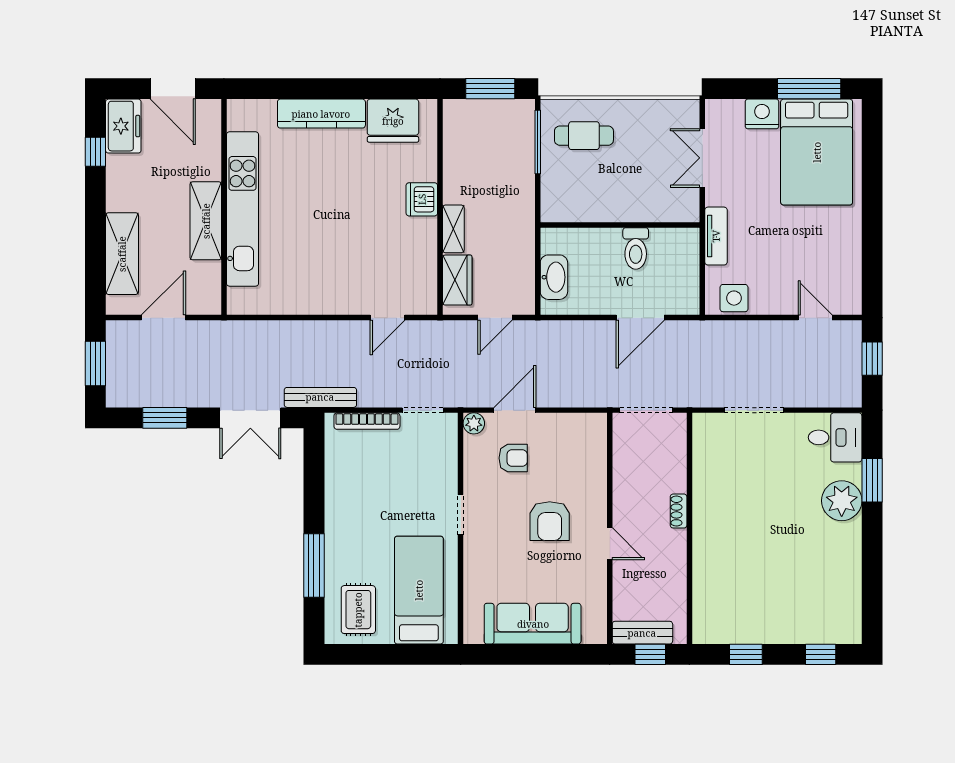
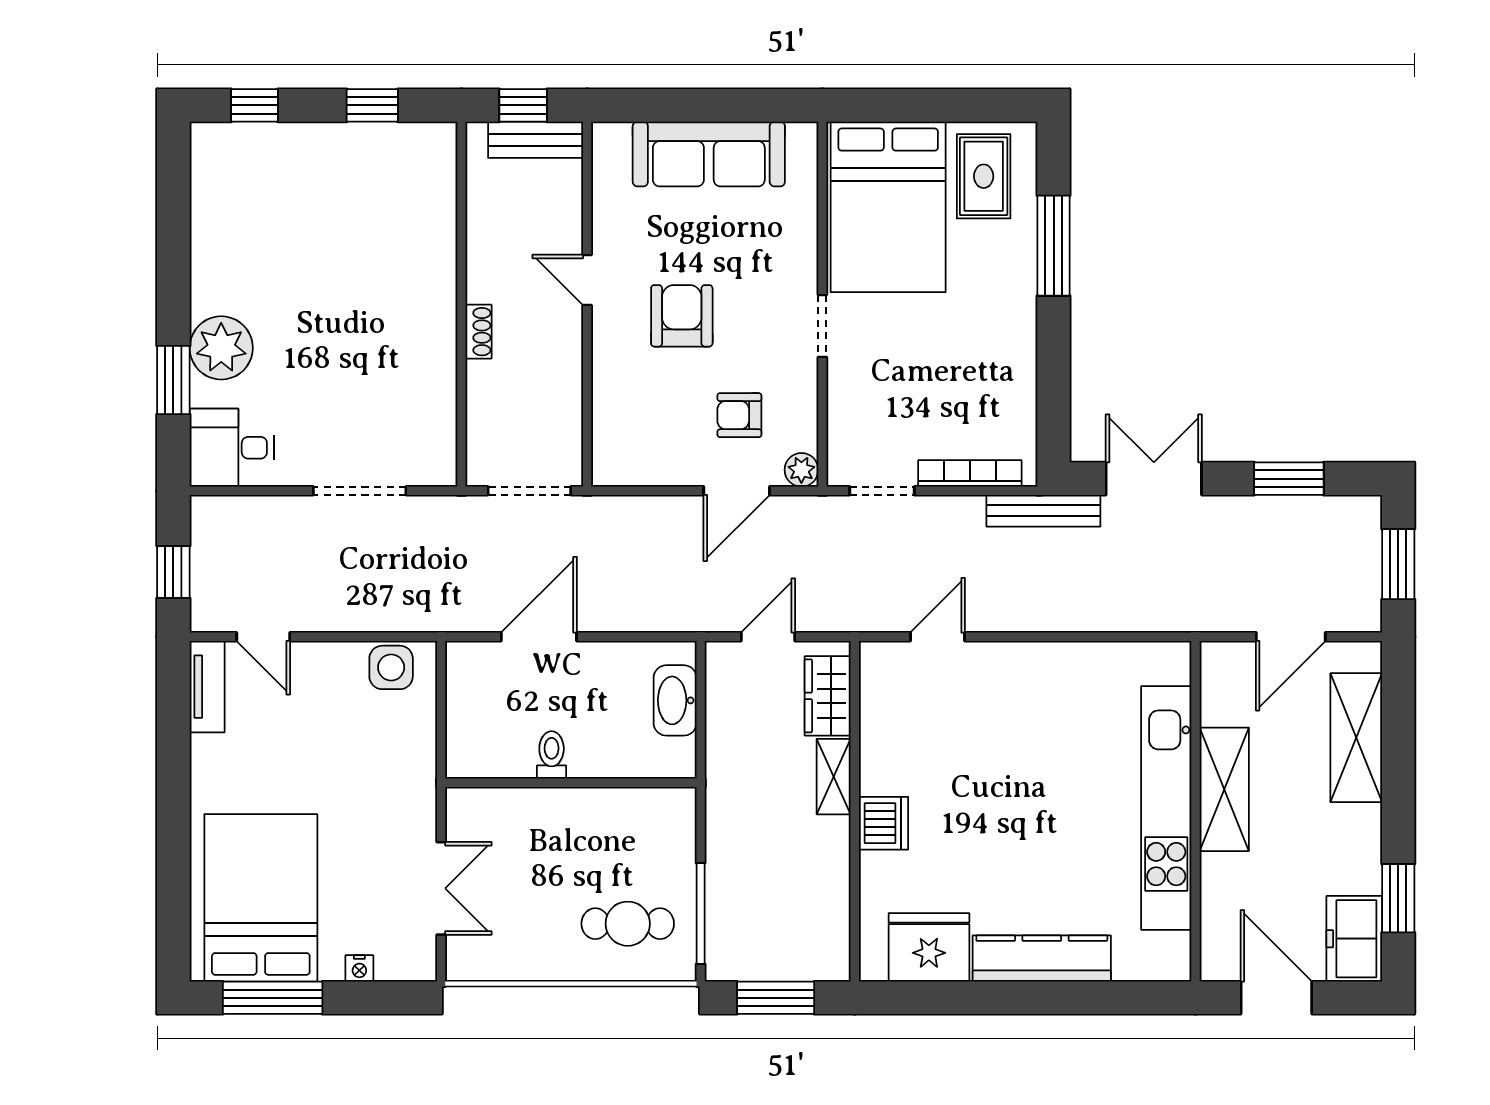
nightstand: (762, 114) -> (359, 968), width x0.53, depth x0.56
window: (95, 152) -> (1398, 898), width x1.50
tv unit: (716, 236) -> (207, 687), moved, turned 180
toilet: (636, 248) -> (552, 755), width x0.73, depth x0.72
bed: (419, 590) -> (888, 207), width x1.50

